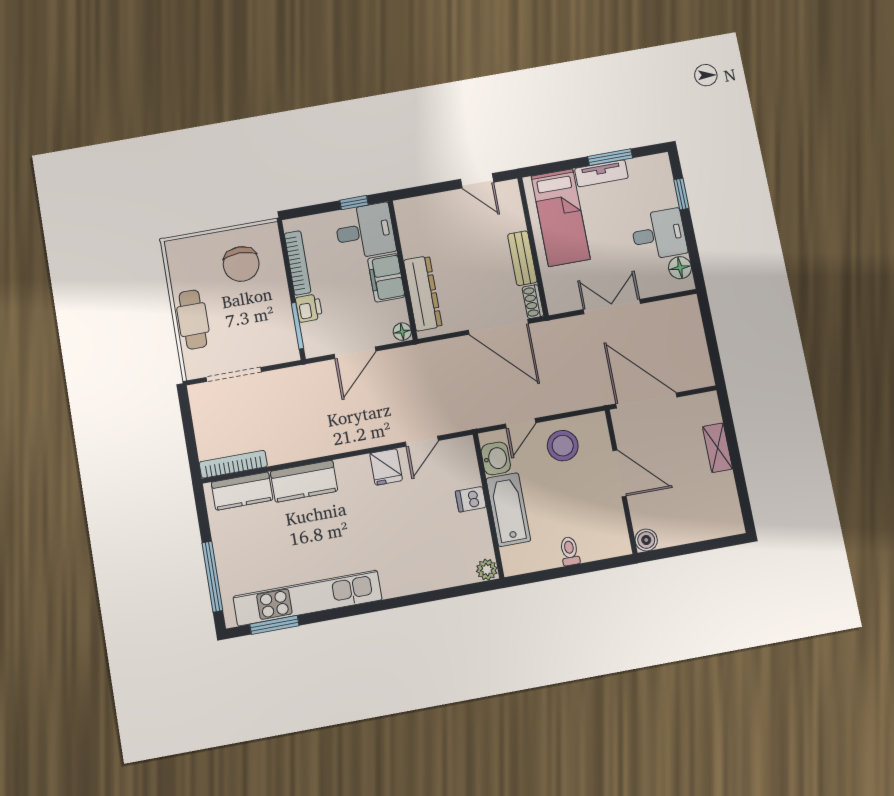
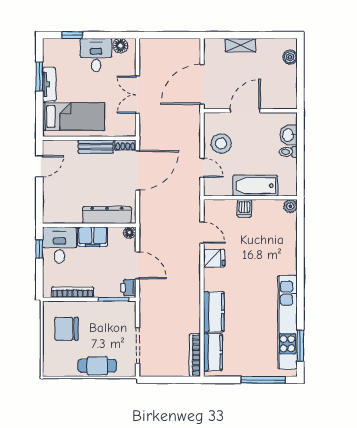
chair: (241, 264) -> (67, 329), turned 180
printer: (309, 308) -> (128, 288), moved, turned -90
washbasin: (496, 458) -> (289, 135), moved, turned -90
boiler: (646, 540) -> (290, 57), moved

